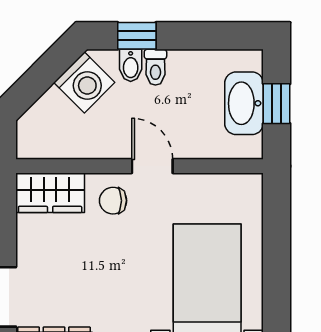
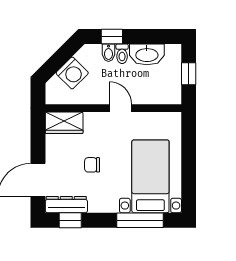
washing machine: (84, 82) -> (72, 73), moved
washbasin: (244, 103) -> (147, 54), moved, turned -90
chair: (113, 201) -> (92, 165), moved

